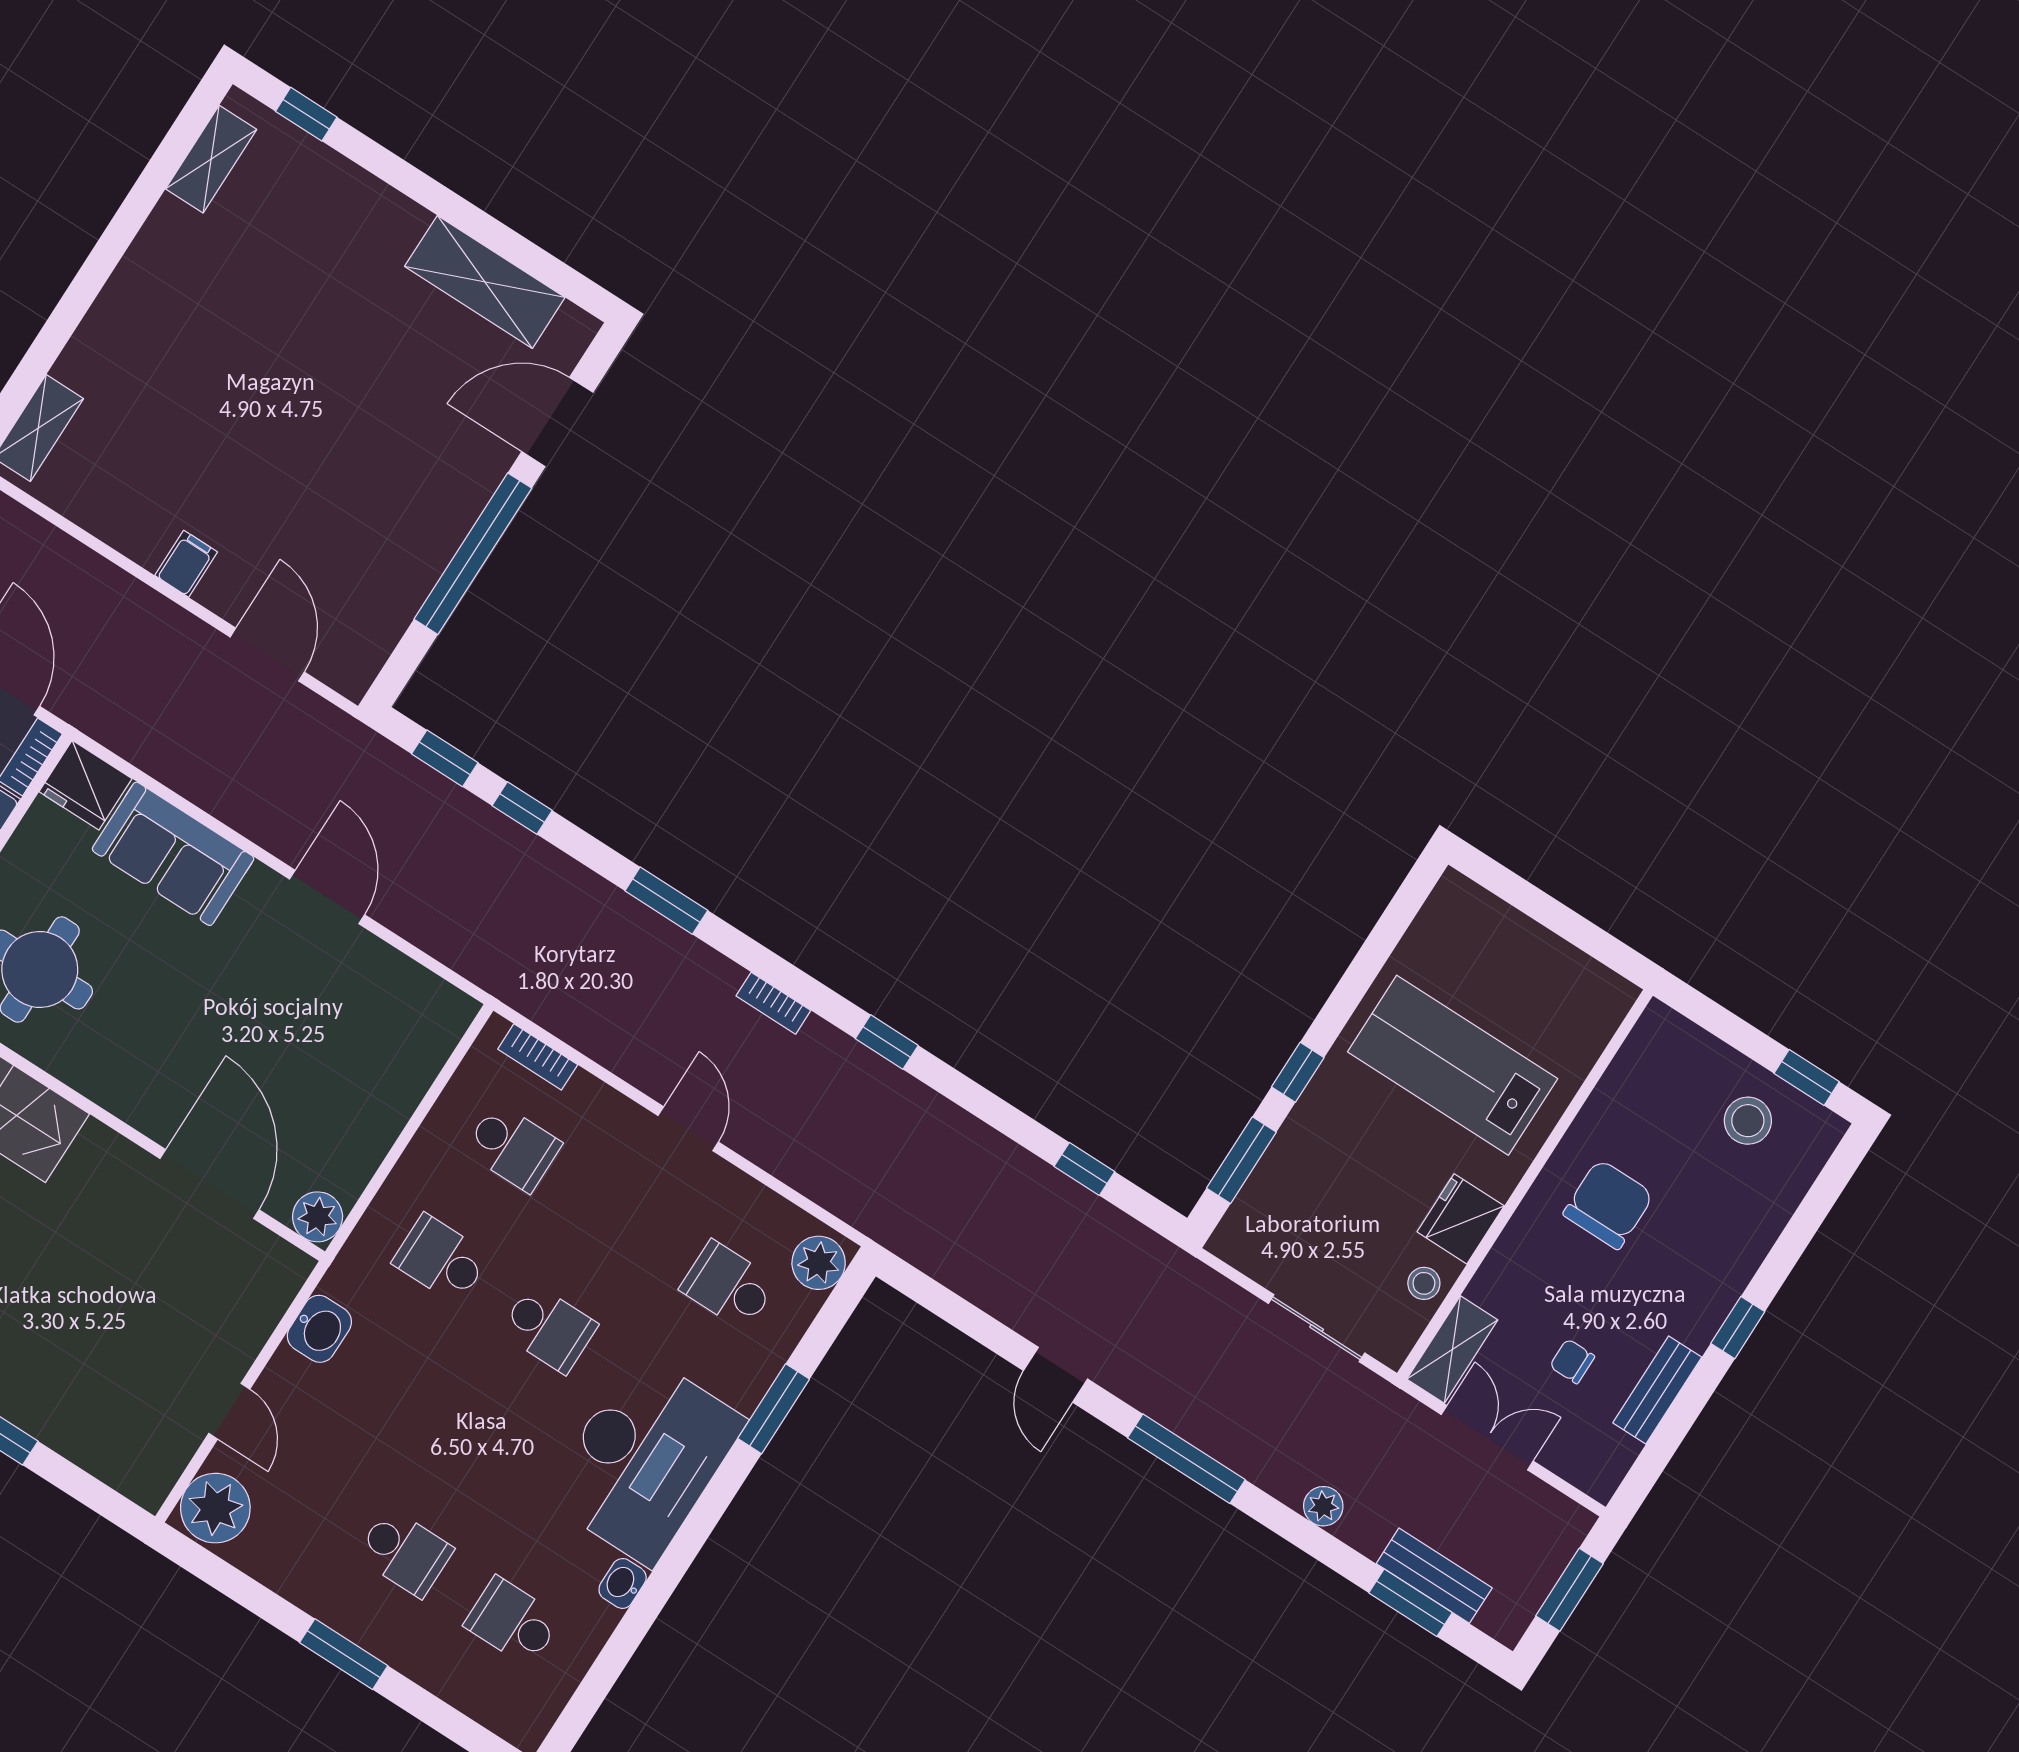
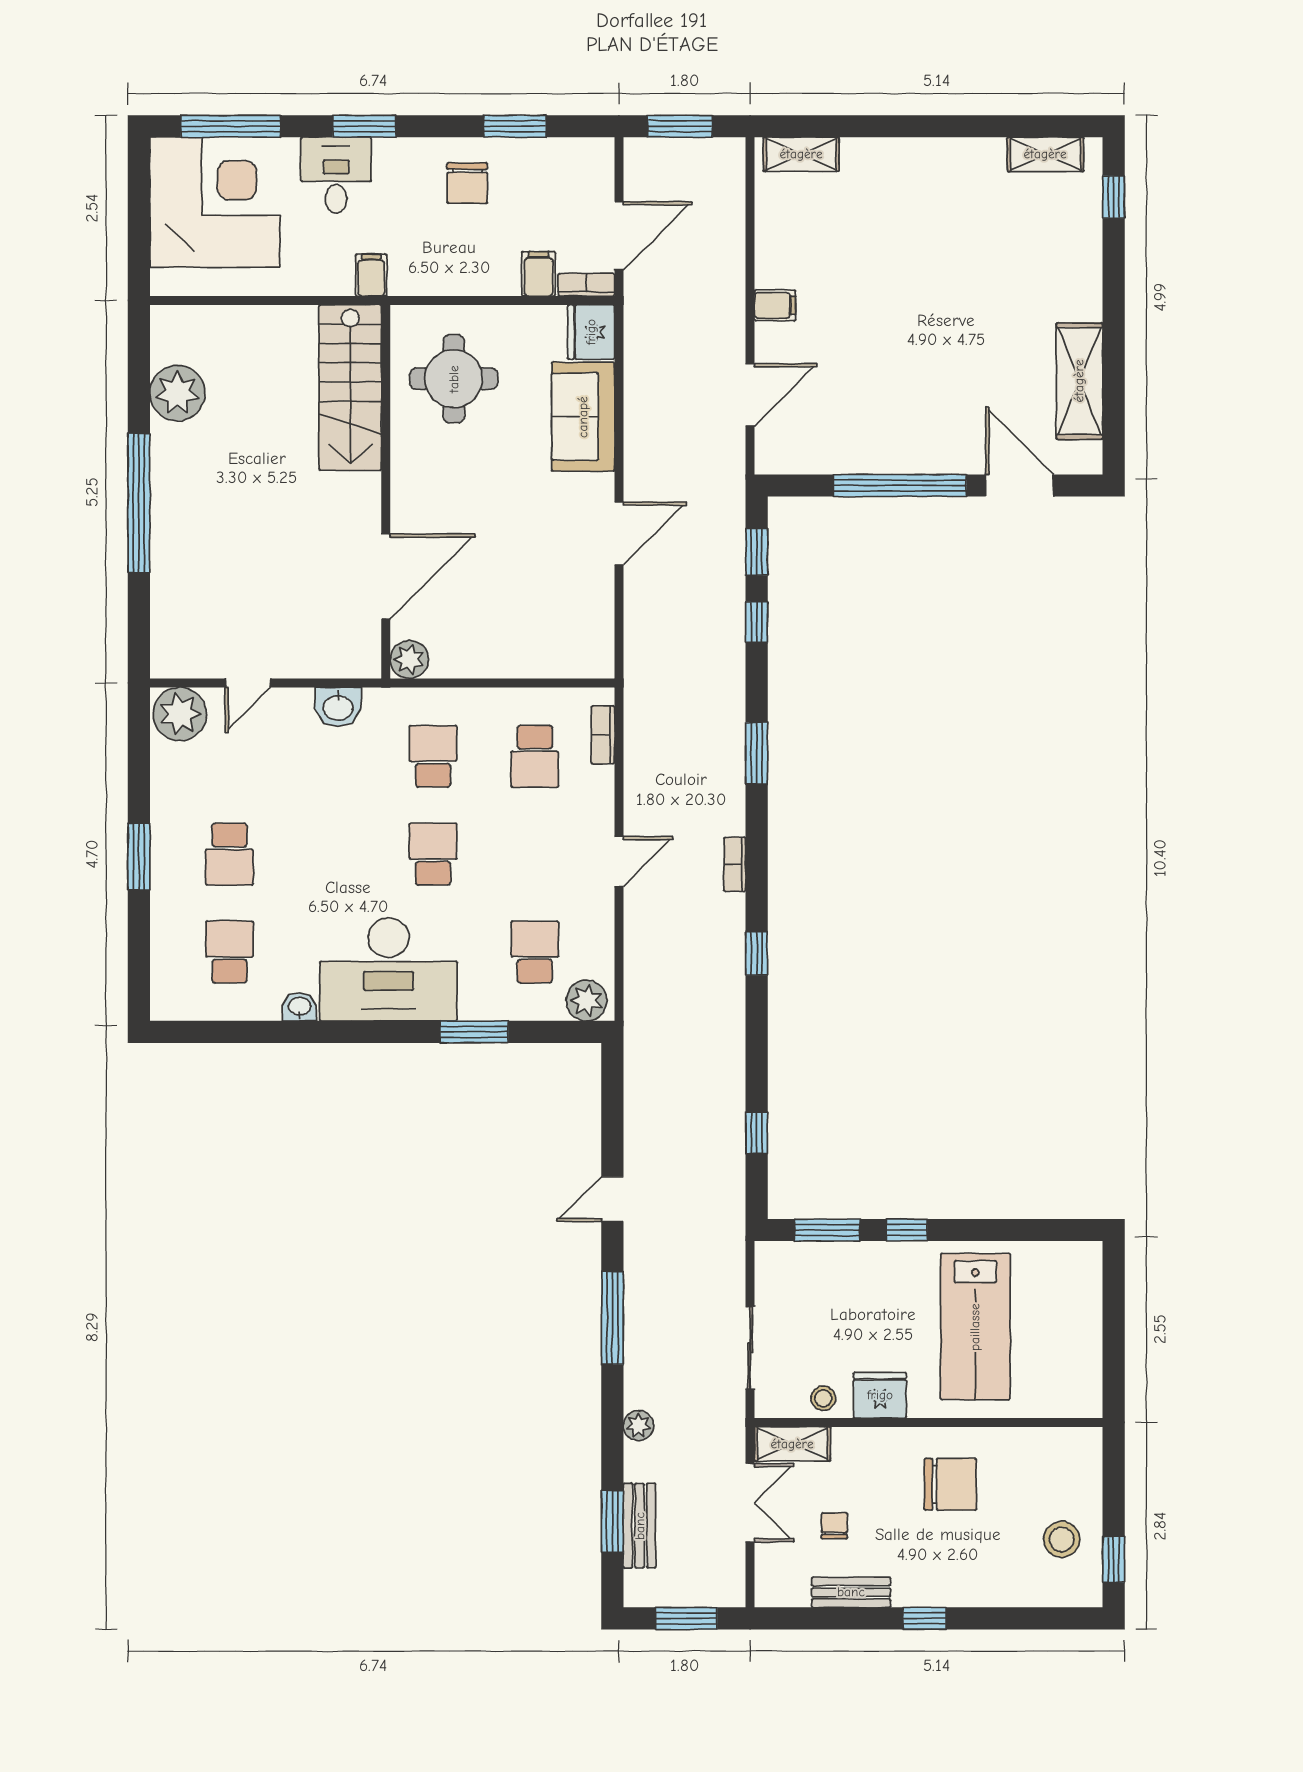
lab bench: (1453, 1065) -> (975, 1327), turned 180
school desk: (549, 1328) -> (433, 854), turned 180

